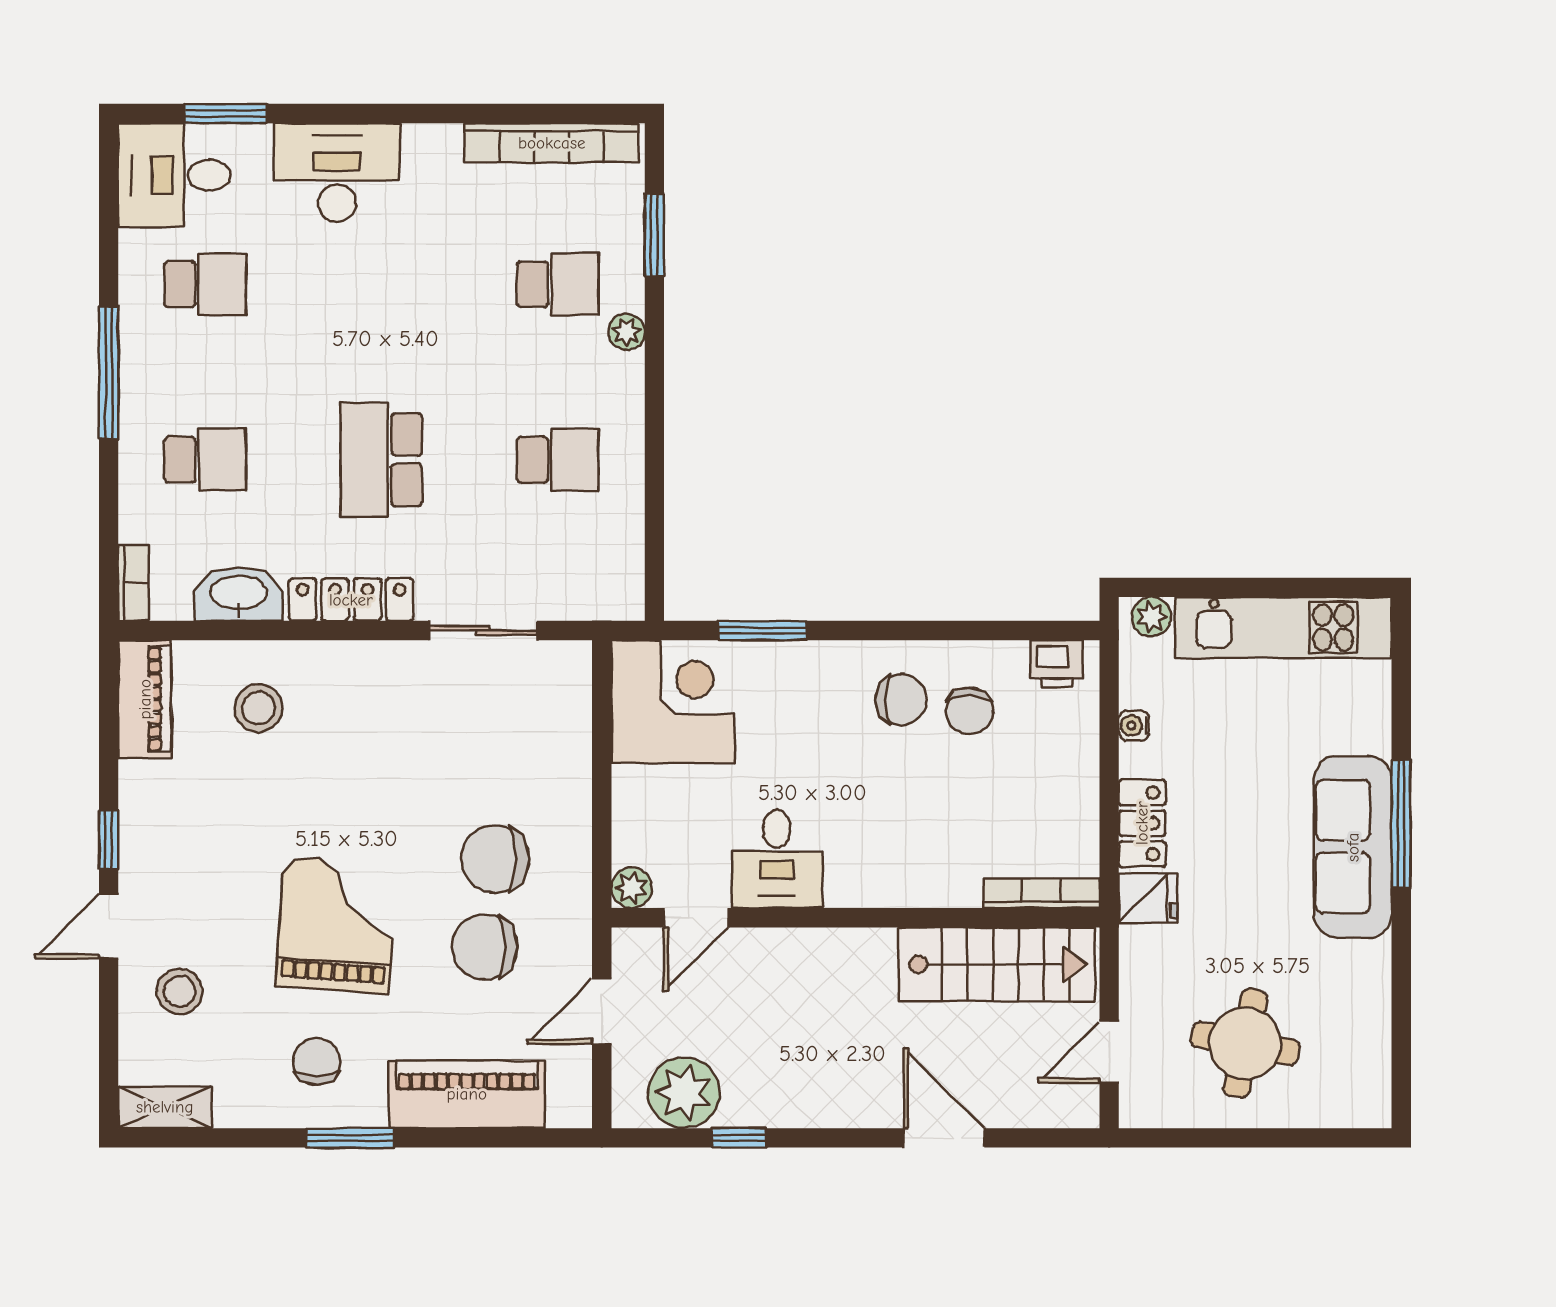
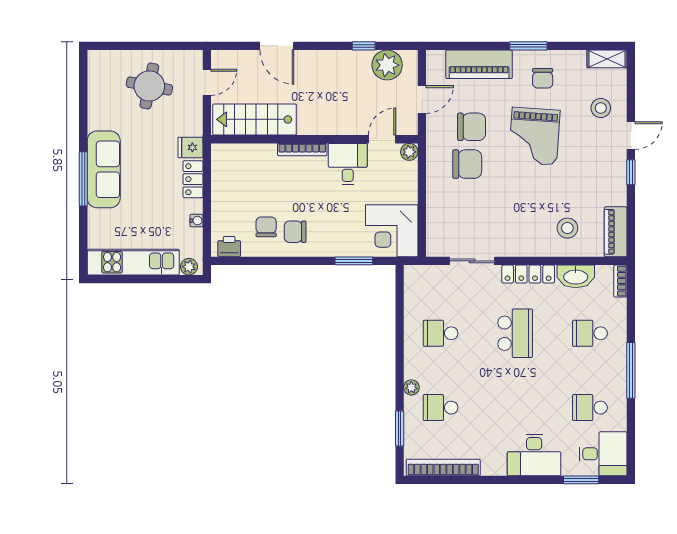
bookcase: (1041, 893) -> (302, 150), moved

